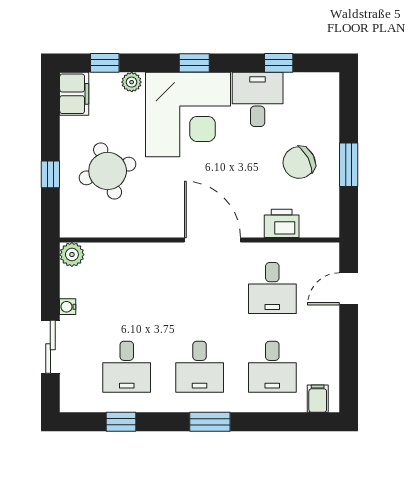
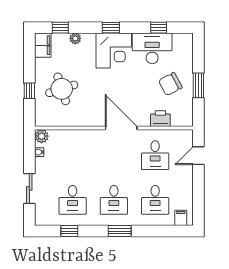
desk: (258, 99) -> (152, 48), width x1.37
corner desk: (188, 115) -> (114, 51), width x0.74, depth x0.74
water cooler: (68, 307) -> (39, 152), moved

